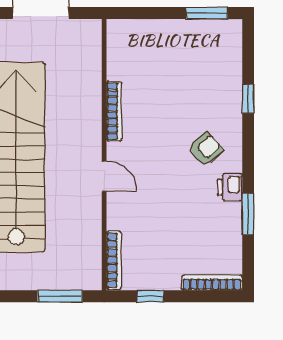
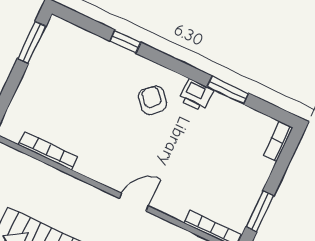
bookcase: (114, 111) -> (48, 151), moved
bookcase: (212, 283) -> (278, 141), width x0.64
window: (150, 296) -> (260, 211), width x1.50

